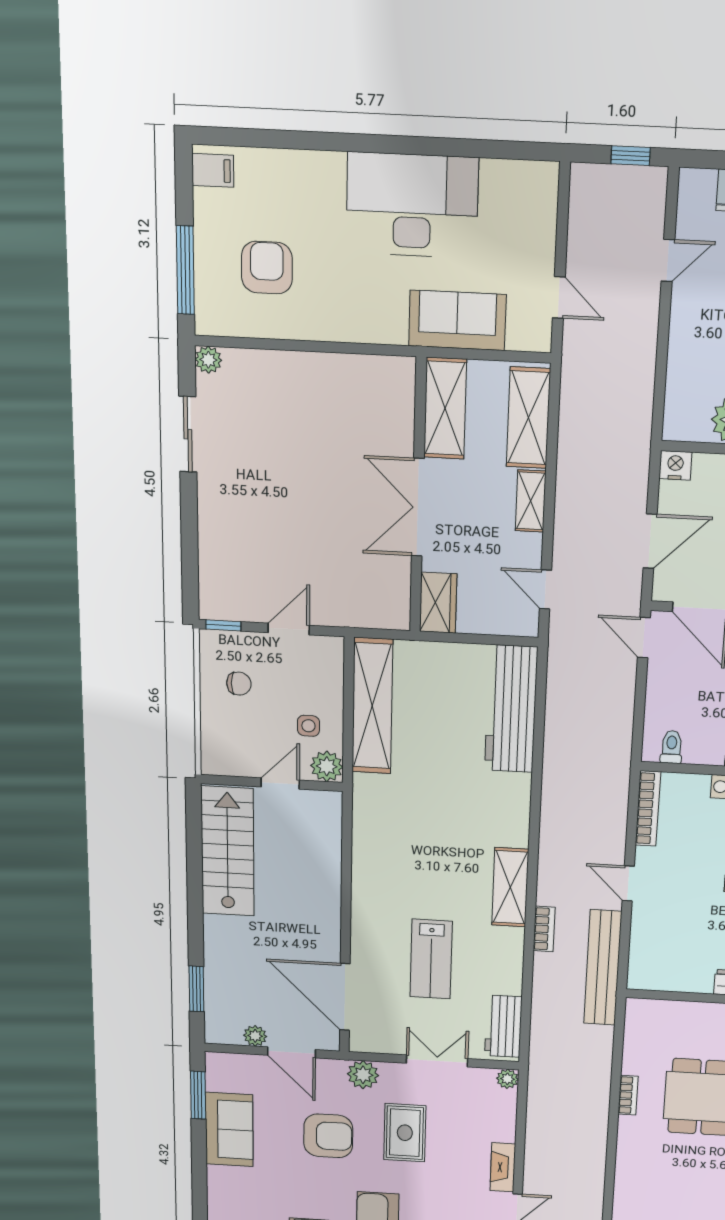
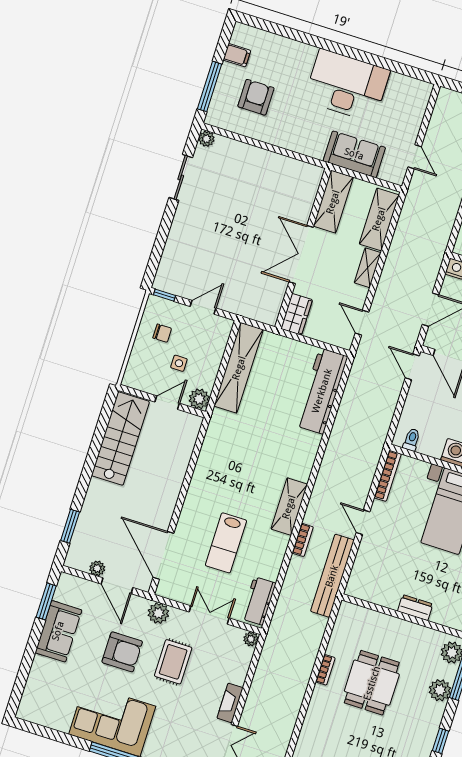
filing cabinet: (213, 170) -> (237, 55), moved
side table: (308, 726) -> (179, 363), moved

